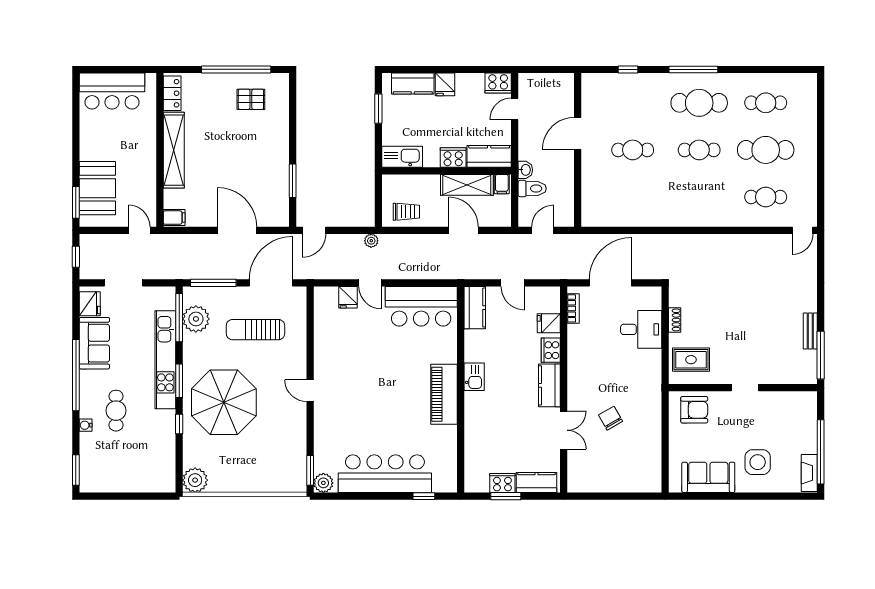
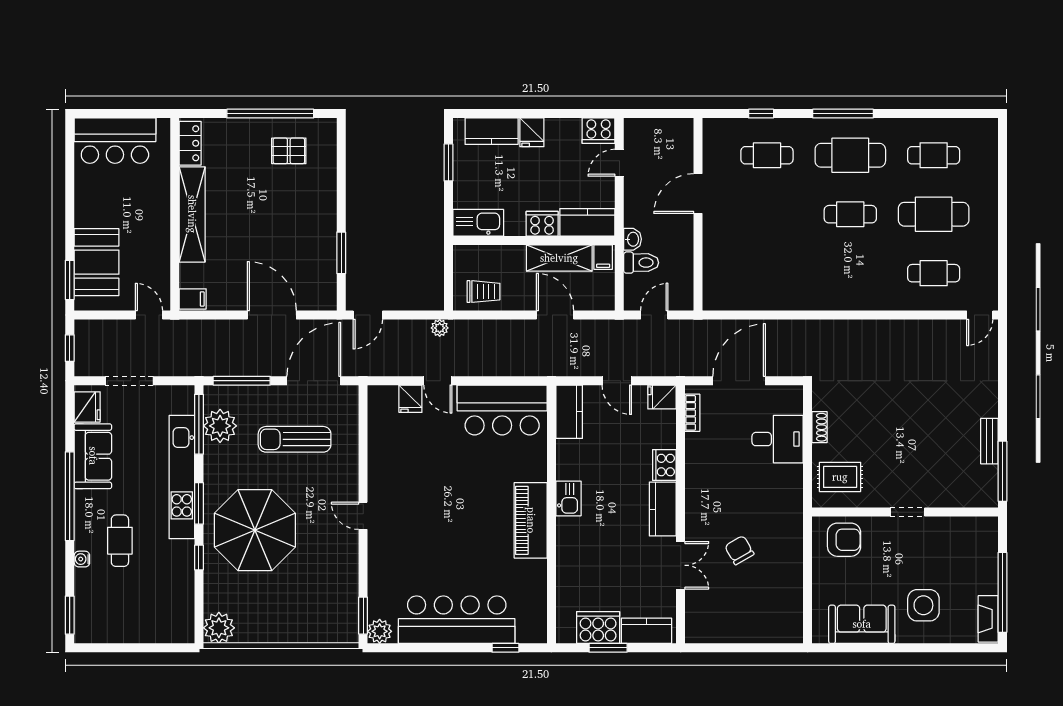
cafe table: (633, 150) -> (767, 155), moved
fridge: (549, 323) -> (662, 397), moved
cooker: (502, 483) -> (598, 628), width x1.37, depth x1.31

